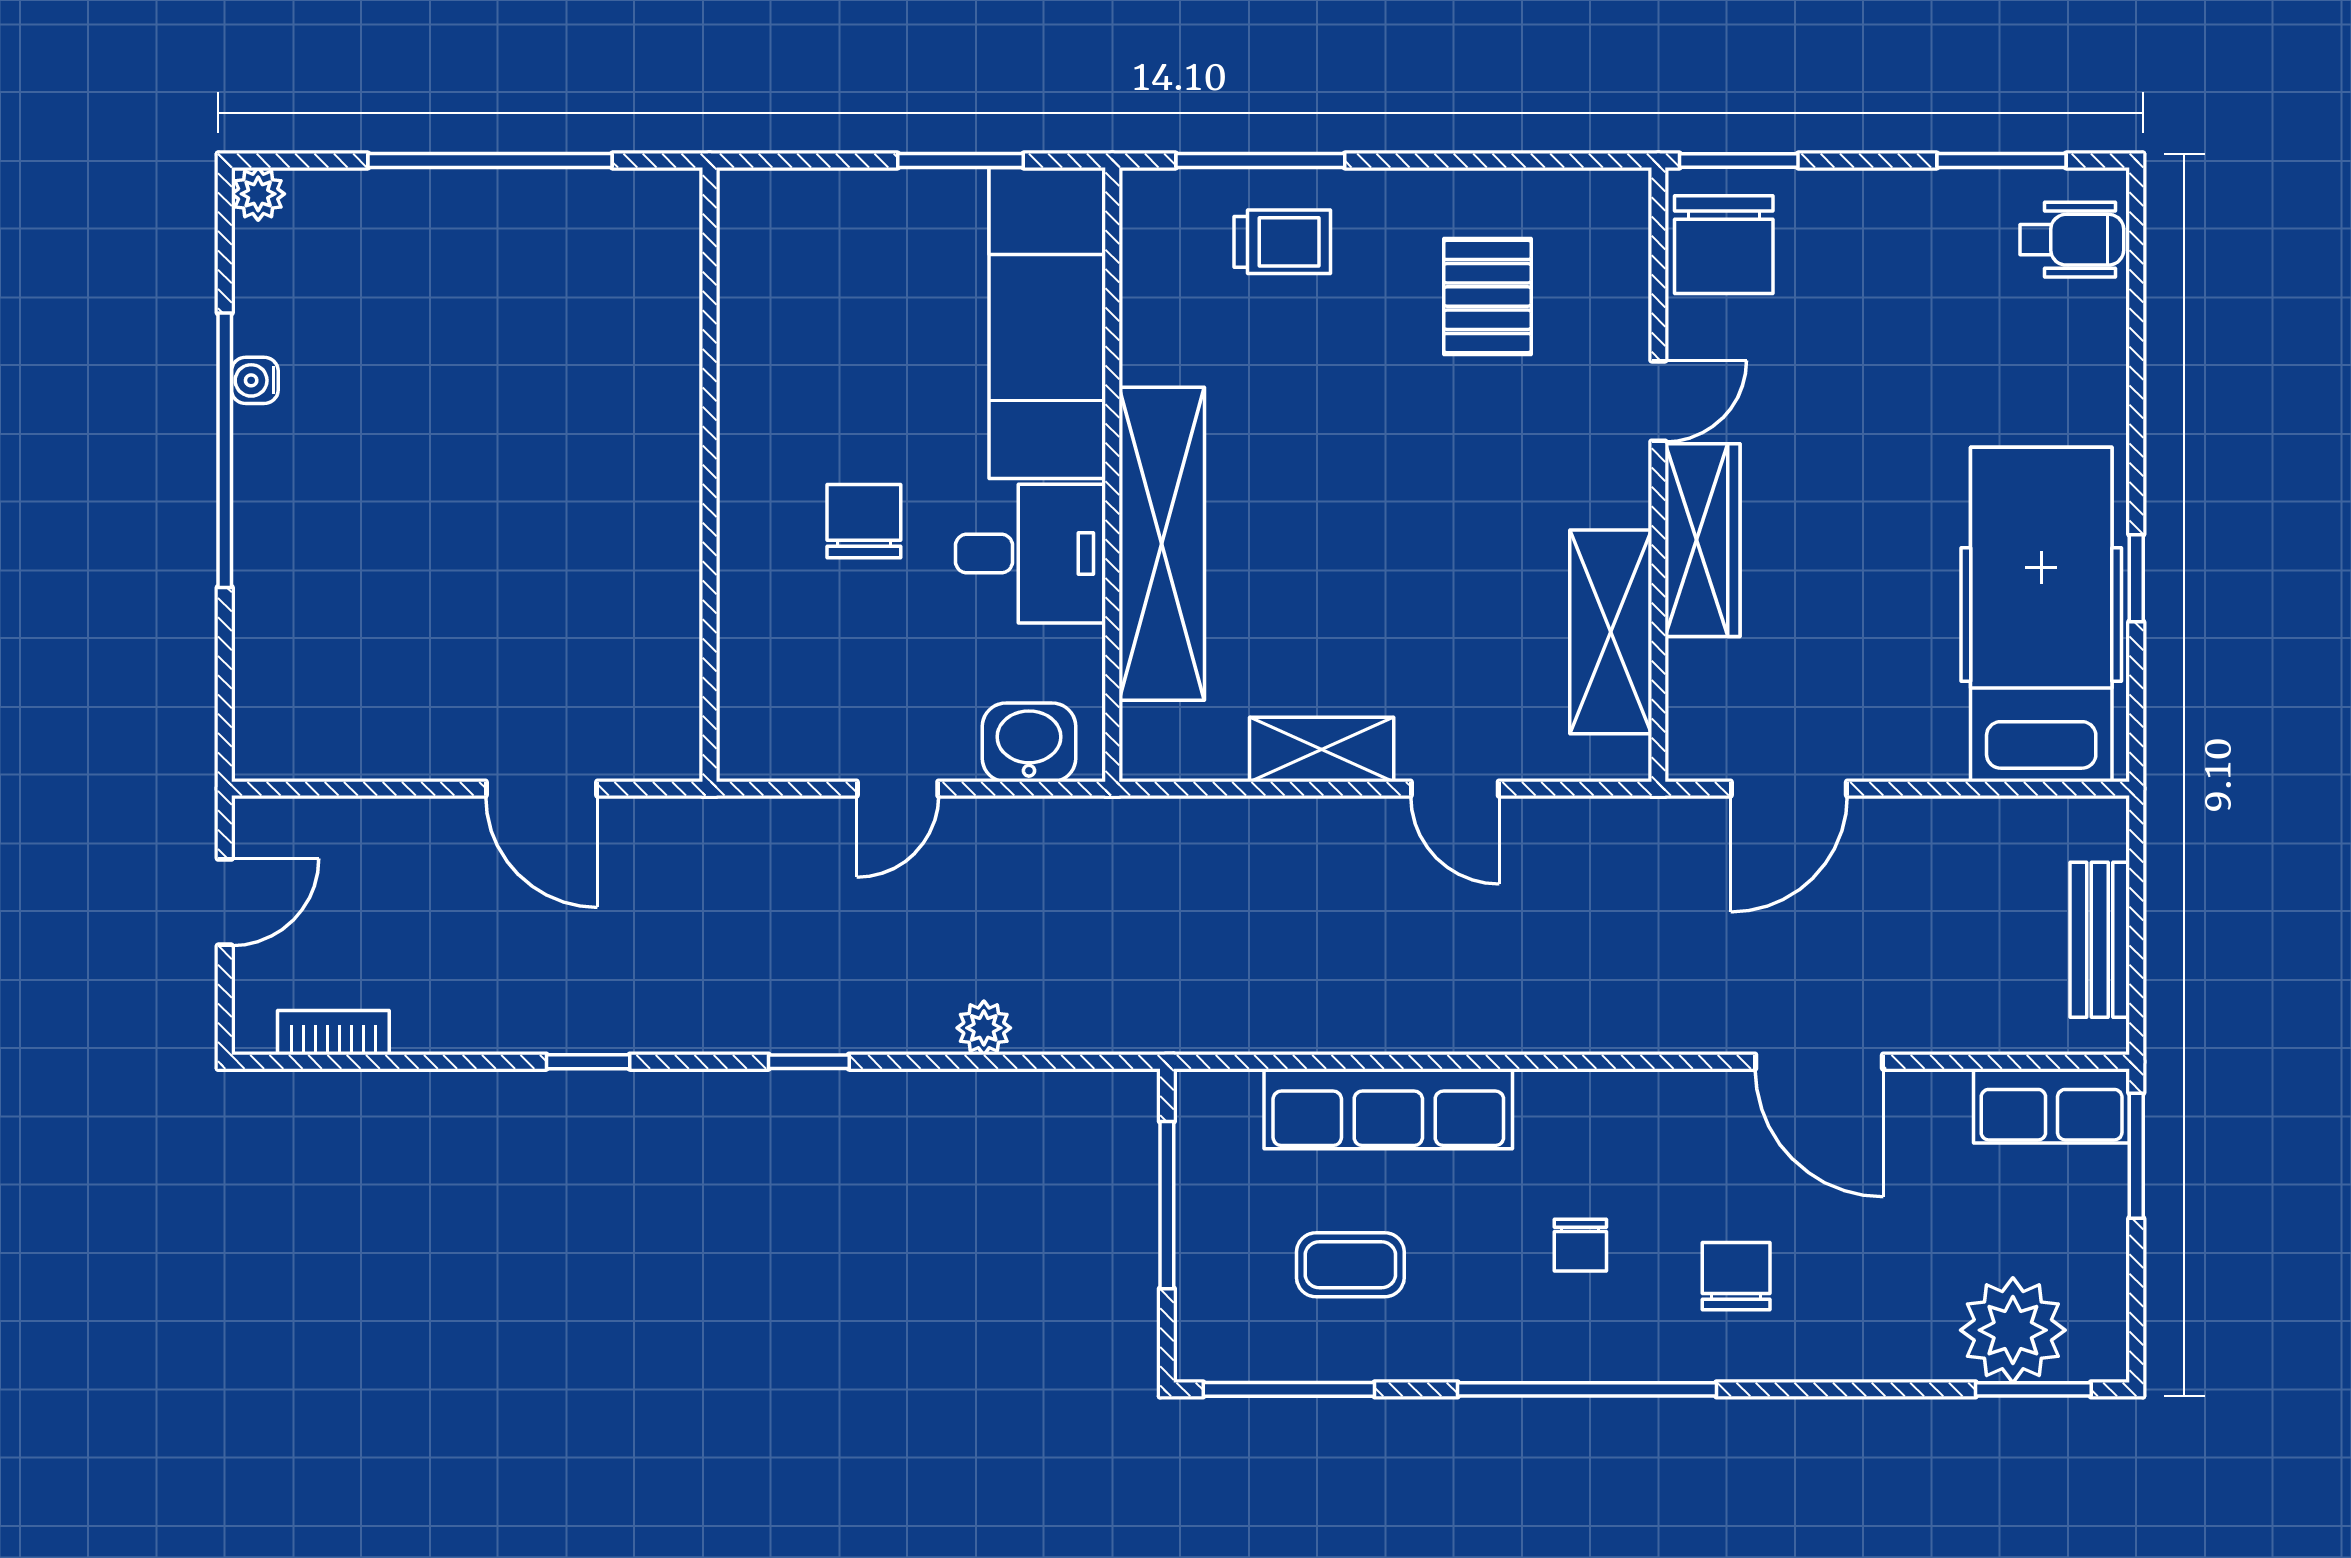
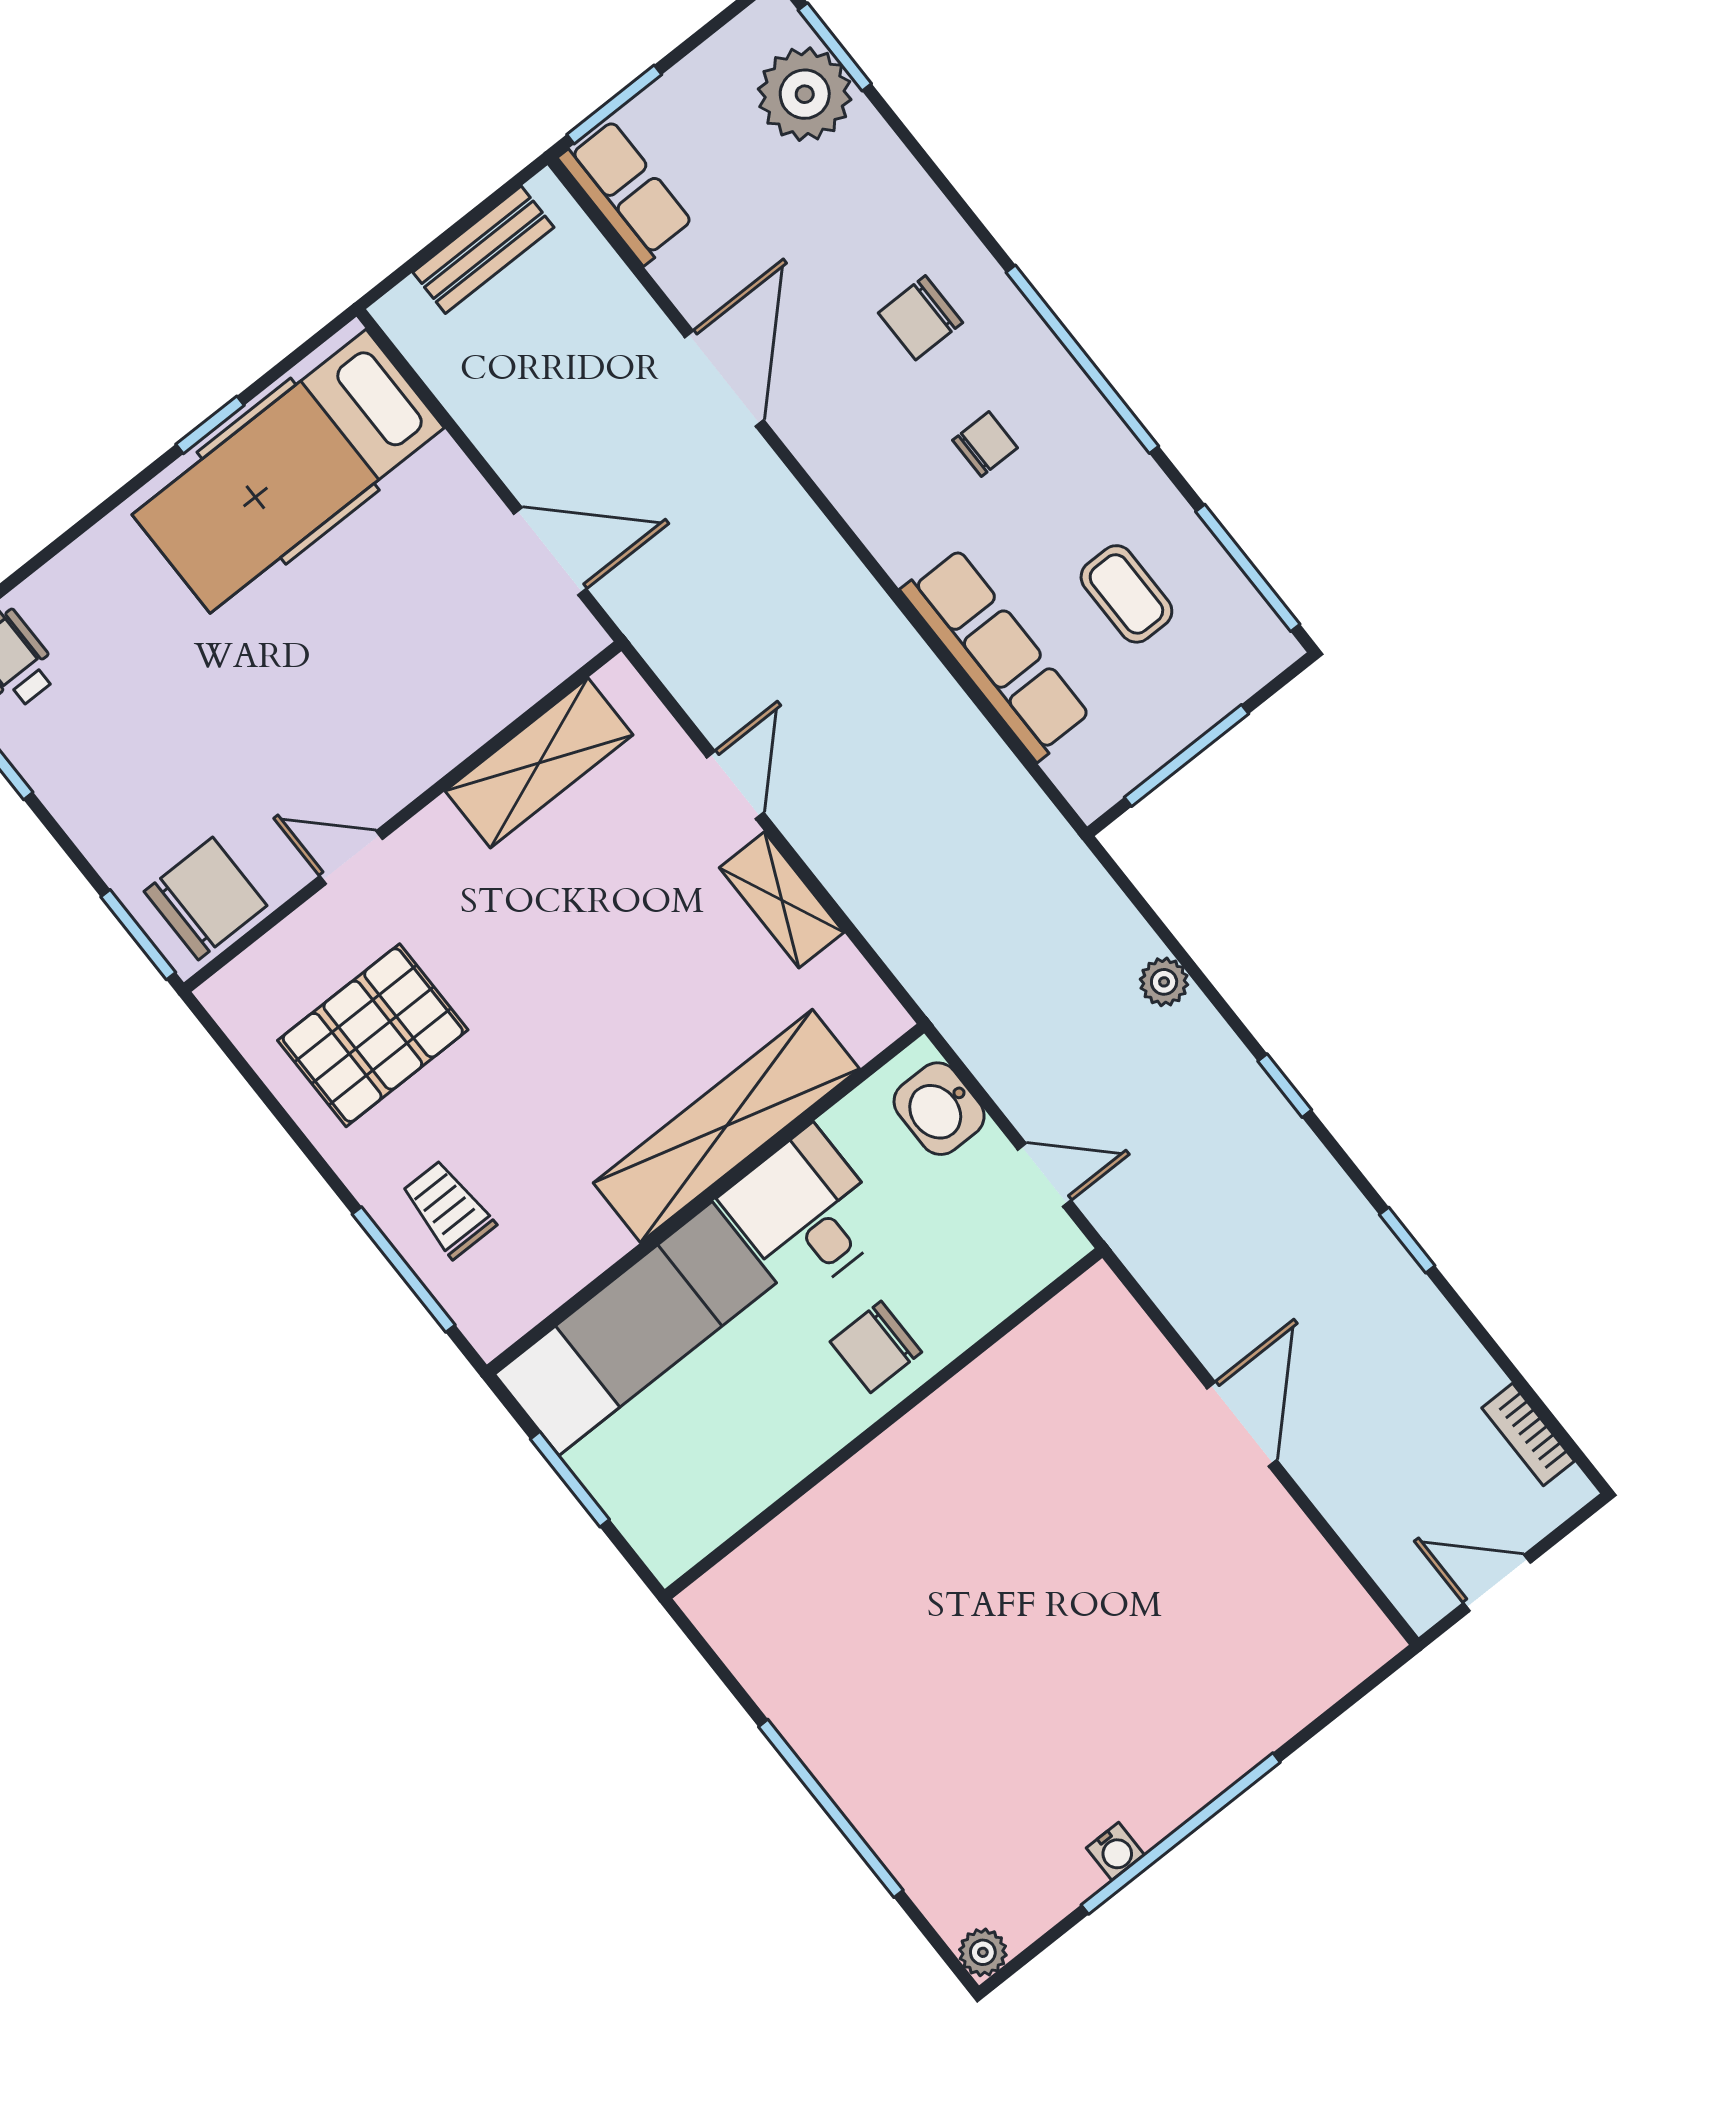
pallet: (1487, 297) -> (373, 1035), width x1.50, depth x1.42
wall: (709, 475) -> (884, 1423), moved
wardrobe: (1702, 540) -> (424, 749), removed

